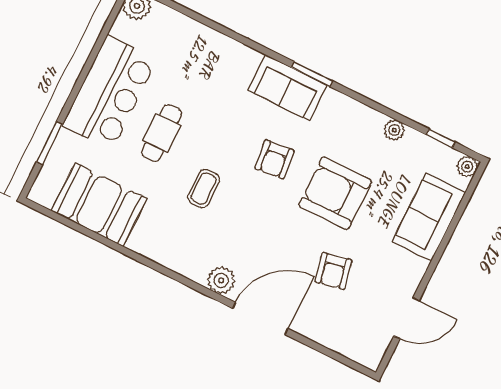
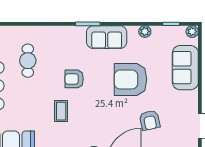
sofa: (287, 88) -> (107, 37), moved
cafe table: (162, 133) -> (28, 61), moved
armchair: (274, 159) -> (74, 79), moved, turned 96

